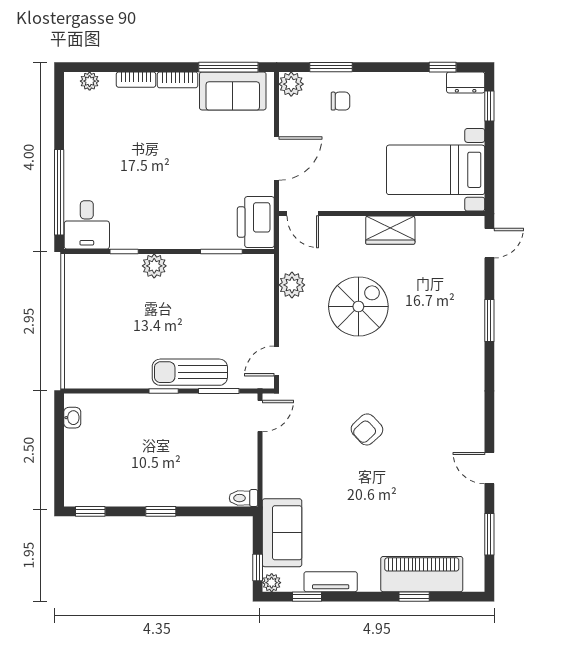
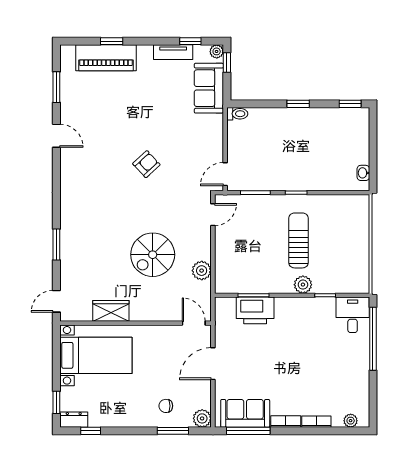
printer: (256, 222) -> (255, 310), moved, turned 90
wardrobe: (390, 230) -> (111, 311), moved
sun lounger: (190, 372) -> (299, 240), moved, turned -90

